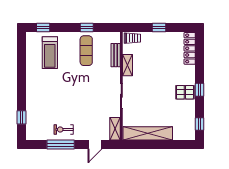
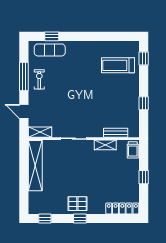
exercise mat: (86, 51) -> (50, 50), moved
pallet: (185, 92) -> (77, 204), turned 90

